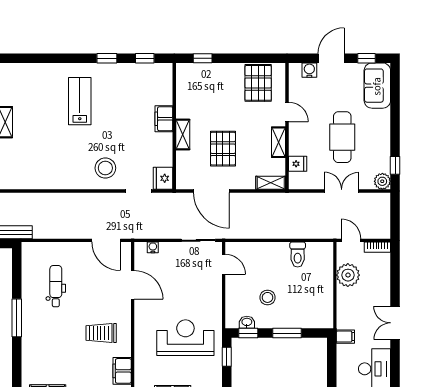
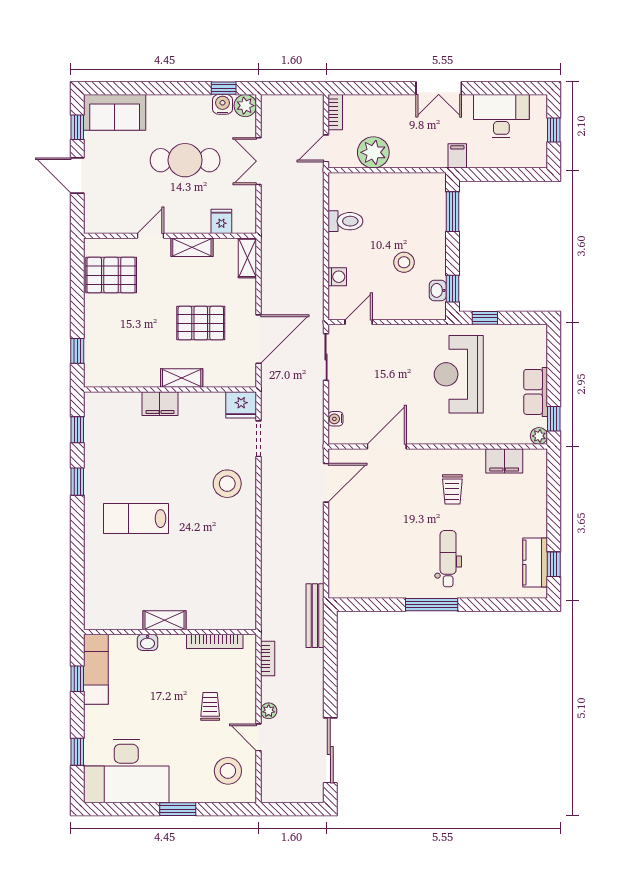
water cooler: (309, 70) -> (223, 104), moved, turned 90
washing machine: (257, 249) -> (337, 277), added
dental chair: (56, 286) -> (448, 559), moved, turned 90
trolley: (101, 333) -> (452, 489), width x0.73, depth x0.72
window: (287, 333) -> (453, 212), moved

